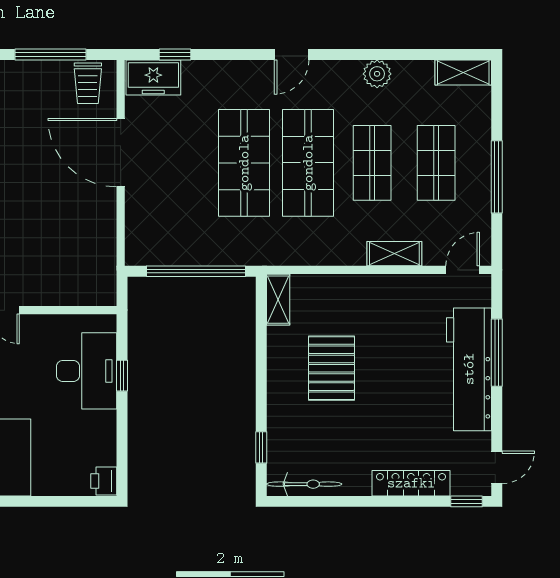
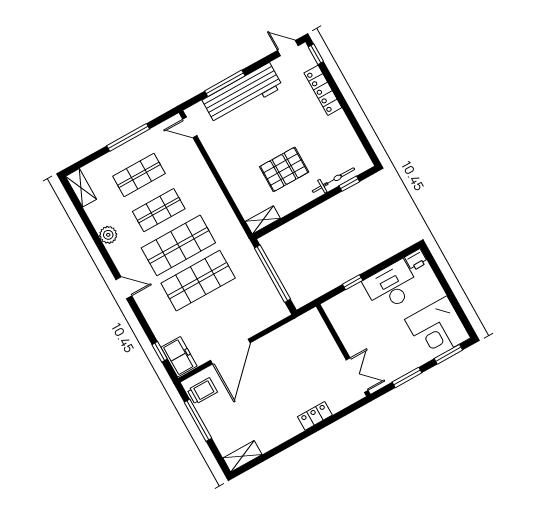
shelving: (394, 254) -> (202, 170), removed
desk: (87, 371) -> (391, 286), moved
bicycle: (304, 484) -> (333, 180), moved, turned 90

